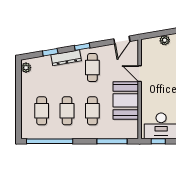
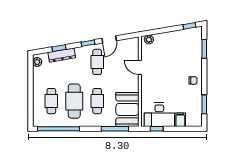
door: (122, 40) -> (109, 40), moved
plant: (165, 40) -> (149, 40), moved
dresser: (66, 58) -> (62, 55), moved
booth: (126, 100) -> (127, 109), moved
cafe table: (67, 111) -> (74, 101), width x1.37, depth x1.35

